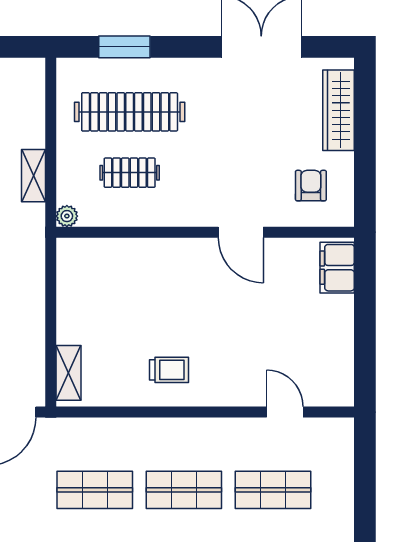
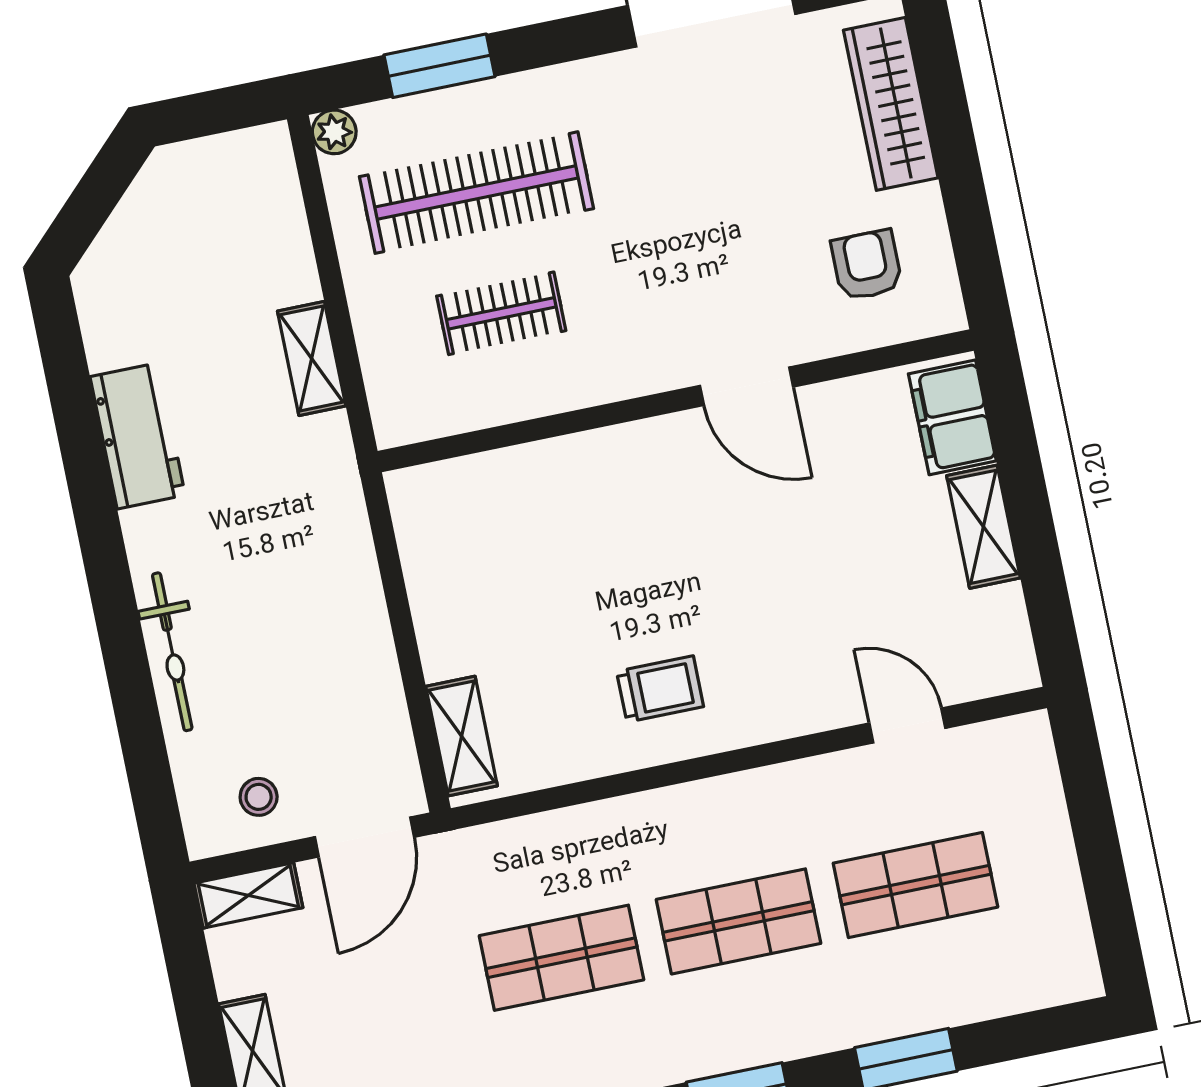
plant: (67, 216) -> (334, 132), moved
shelving: (341, 324) -> (983, 527), added

